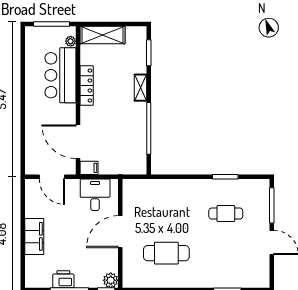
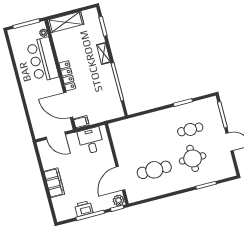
locker: (87, 86) -> (67, 76), moved
door: (120, 232) -> (120, 178), moved
round table: (219, 251) -> (193, 158), added

